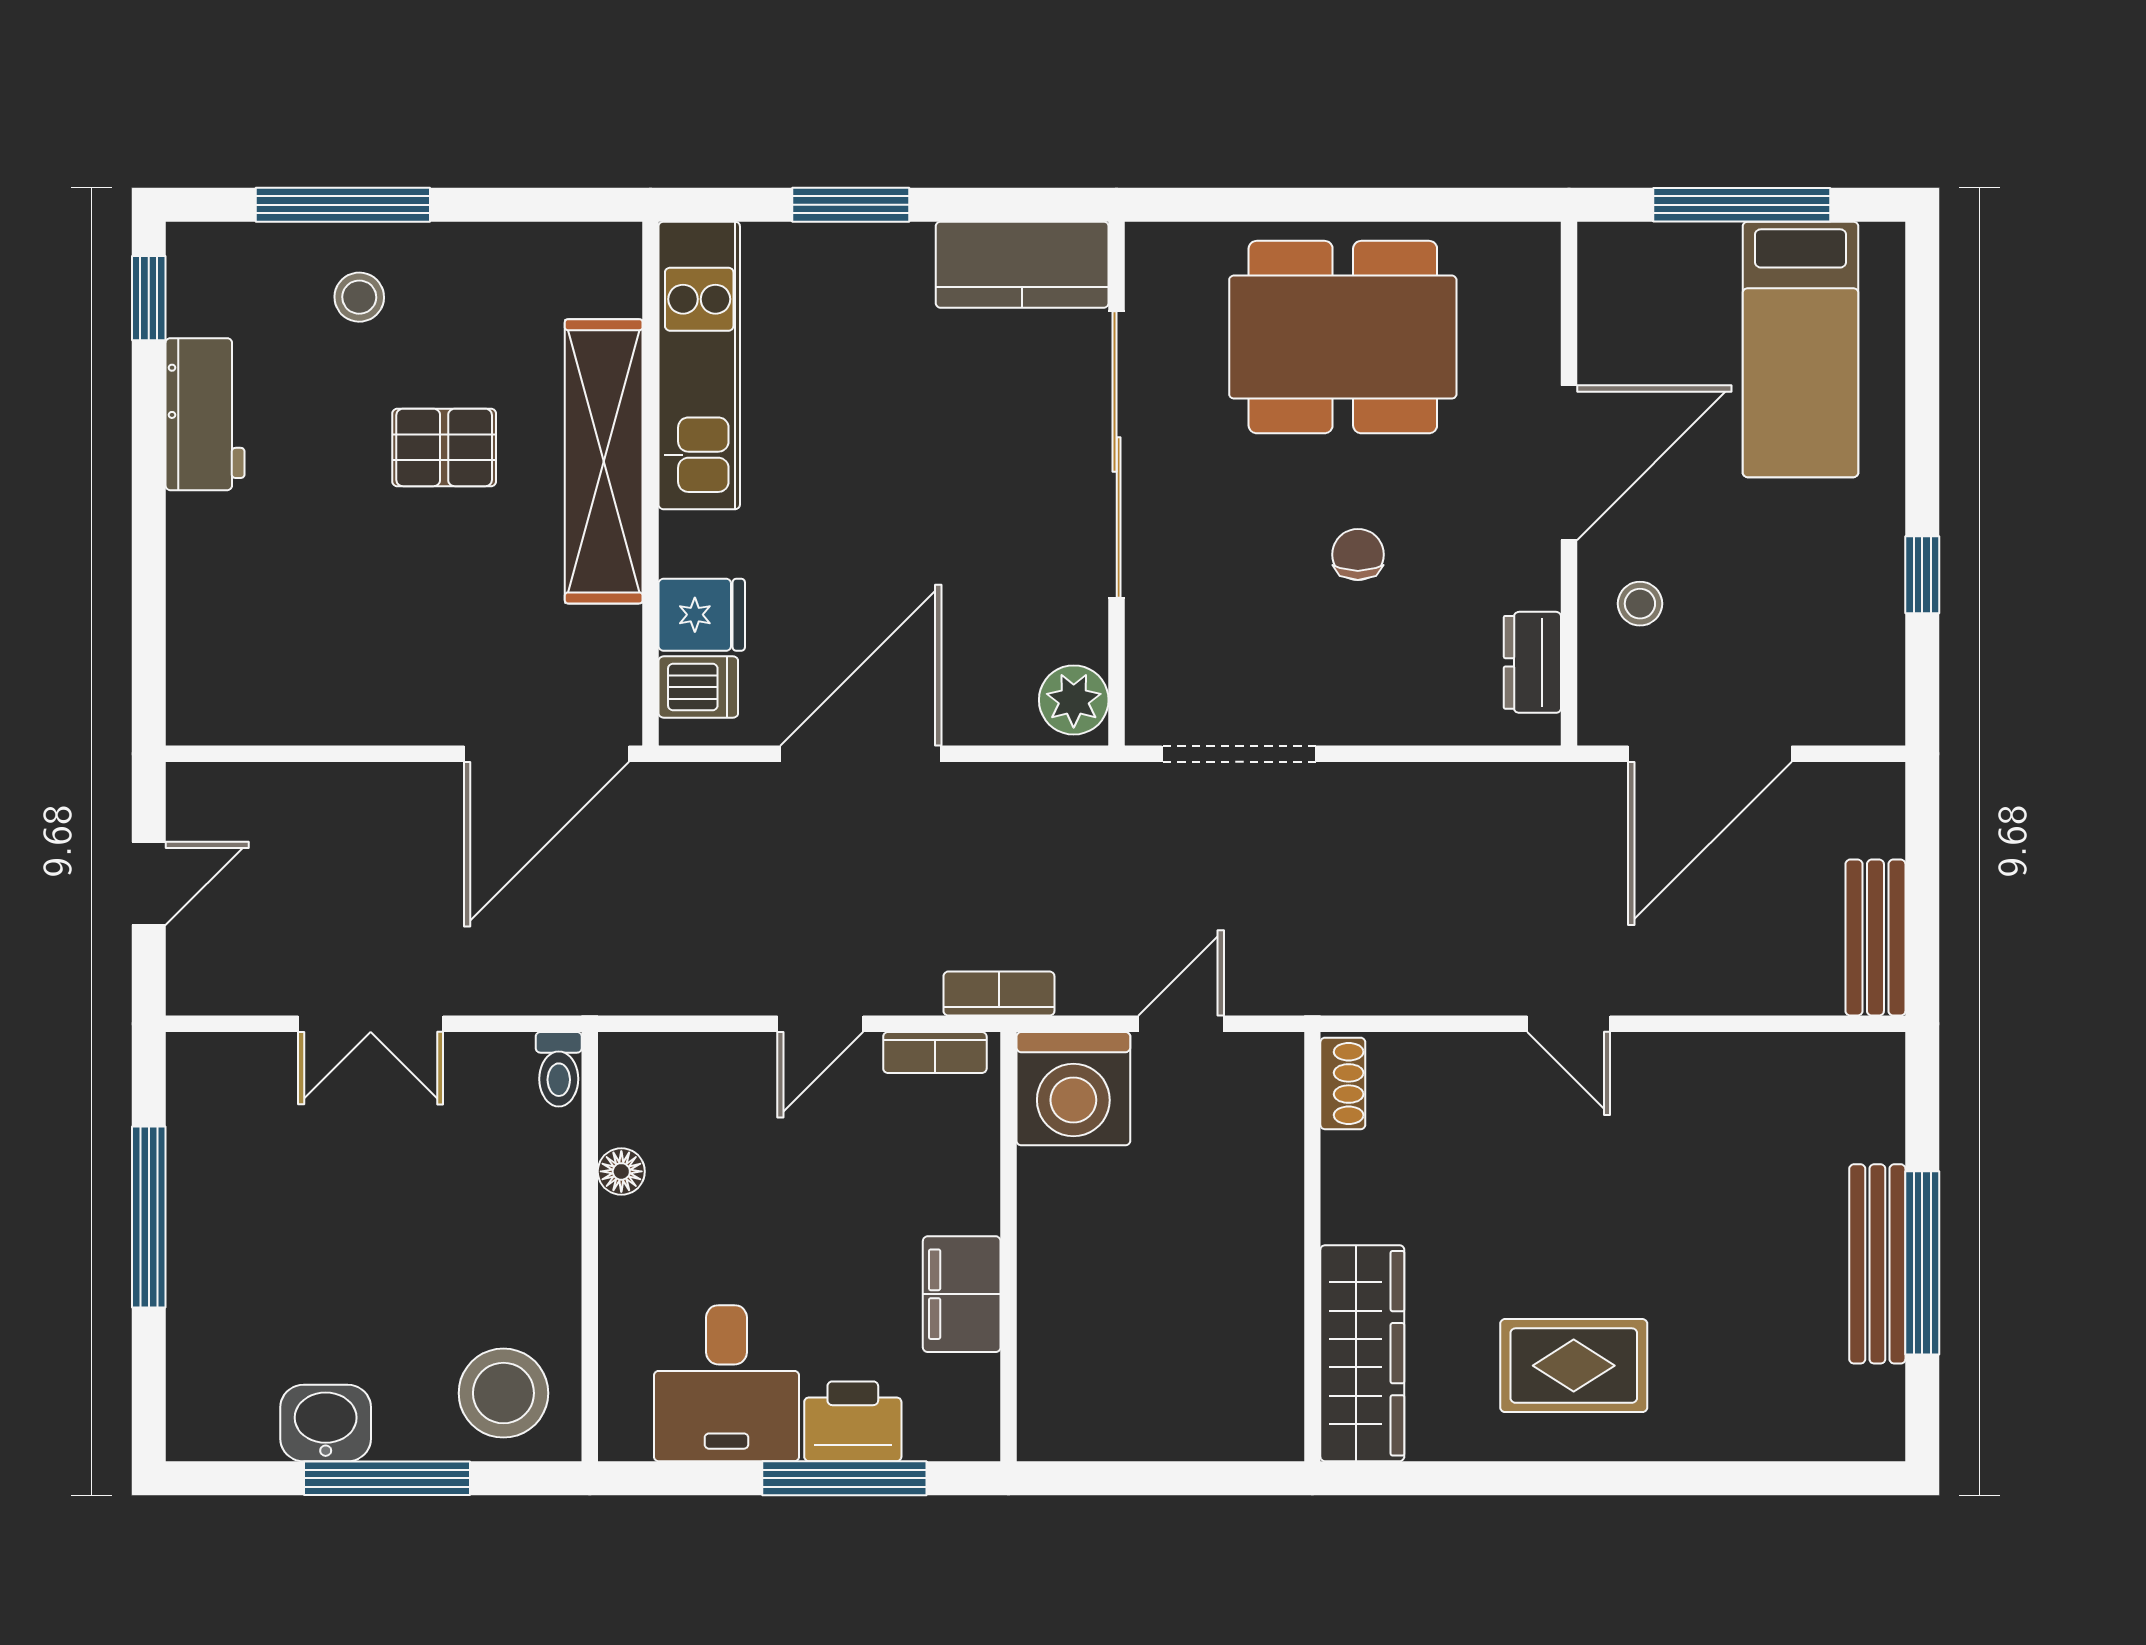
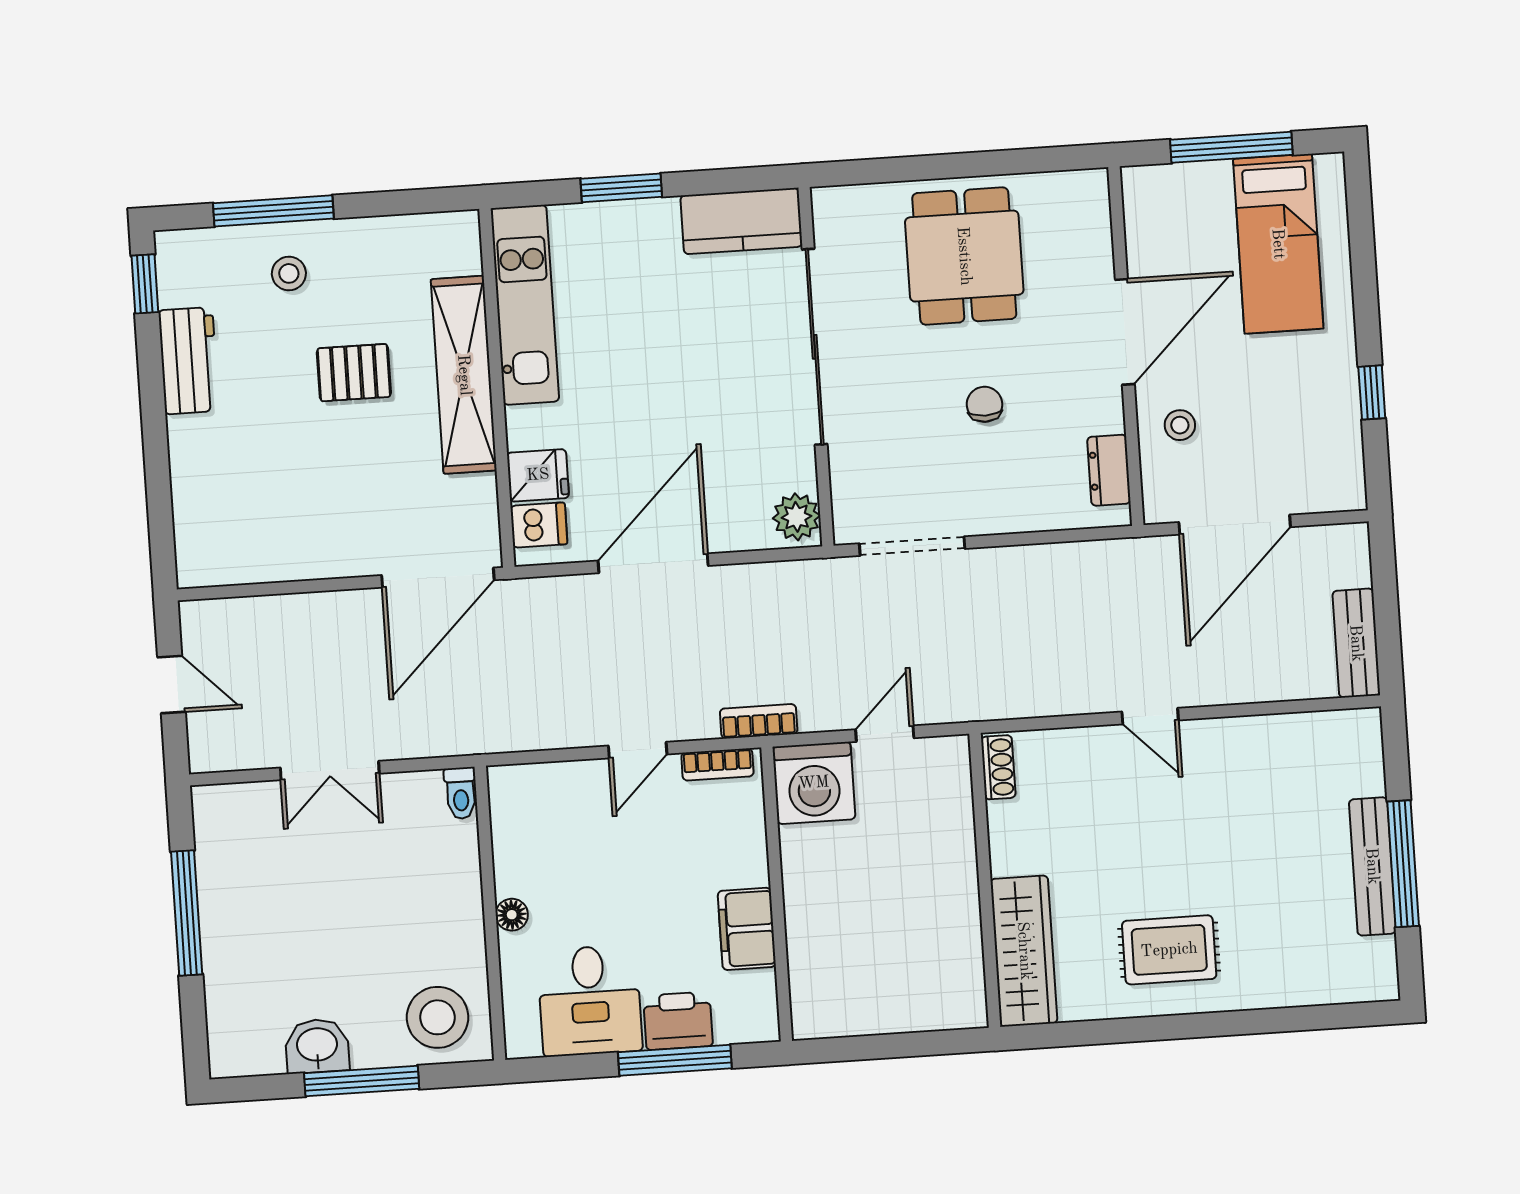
dining table: (1343, 337) -> (964, 256), width x0.73
door: (149, 883) -> (171, 685), hinge flipped
floor lamp: (621, 1171) -> (512, 915), moved

